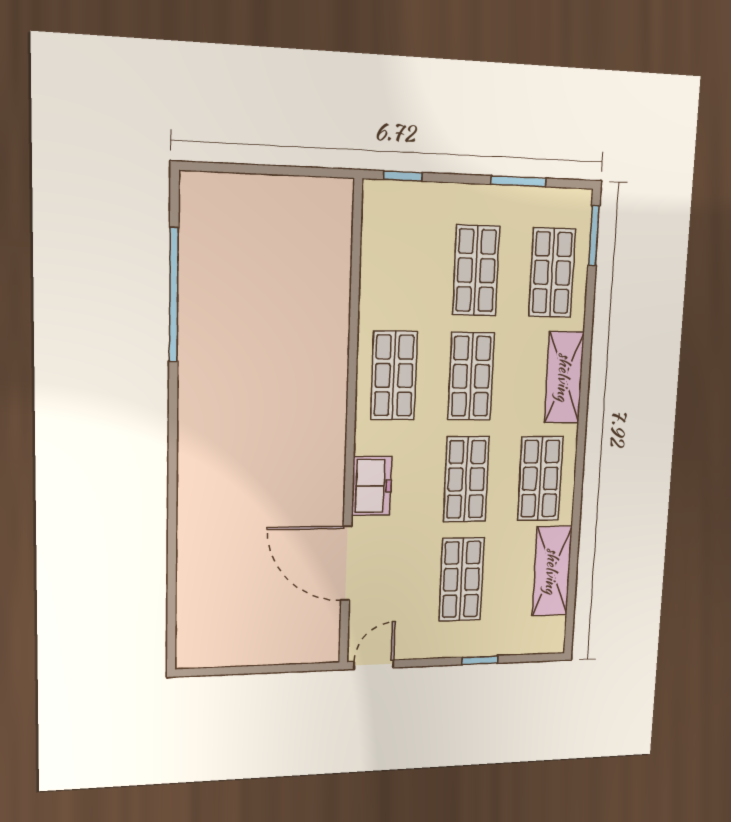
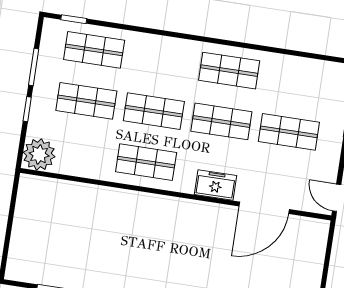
window: (403, 176) -> (27, 109), moved
plant: (387, 206) -> (39, 155), added
window: (594, 236) -> (74, 19), width x0.67
shelving: (564, 377) -> (164, 48), removed
shelving: (552, 571) -> (294, 68), removed

